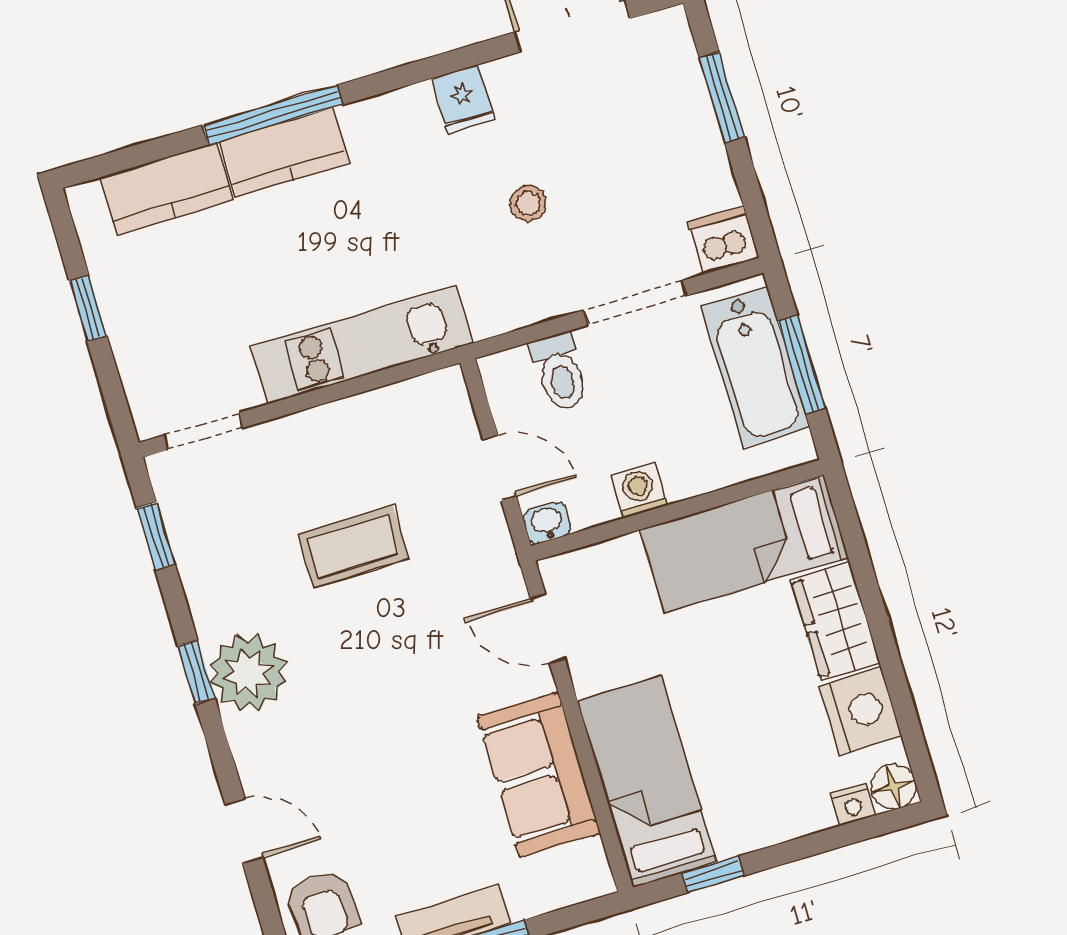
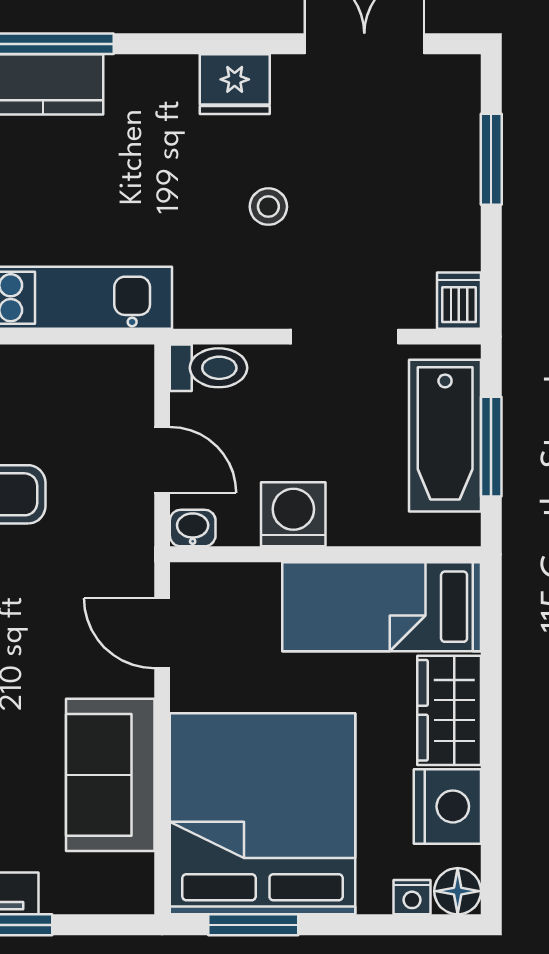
fridge: (463, 99) -> (235, 84), width x1.38
dishwasher: (724, 240) -> (459, 301), width x0.73
toilet: (560, 372) -> (208, 368), moved, turned -90
washing machine: (639, 490) -> (293, 514), width x1.38, depth x1.38
bed: (647, 782) -> (263, 814), width x2.04
window: (713, 874) -> (253, 925), width x1.50

